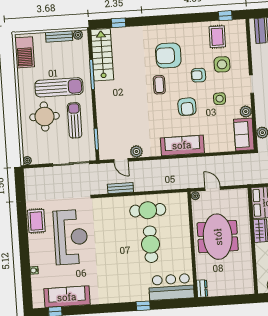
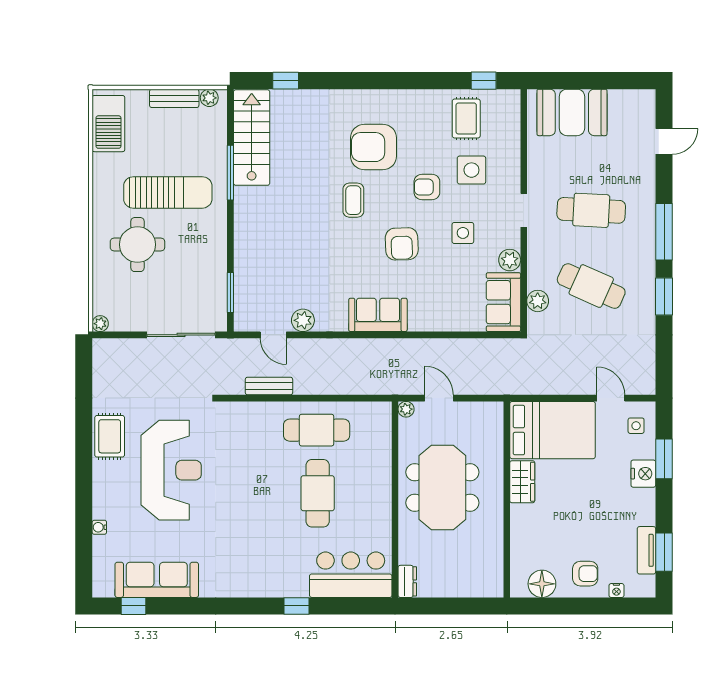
sun lounger: (75, 120) -> (193, 255), removed
sofa: (182, 145) -> (378, 315), width x0.73

